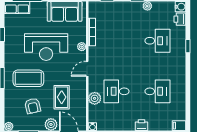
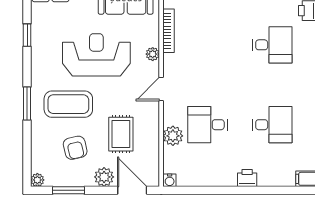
reception desk: (46, 47) -> (96, 55), turned 180

